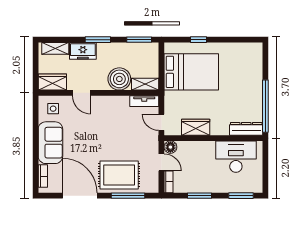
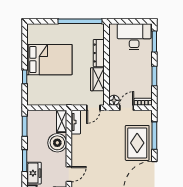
bed: (191, 72) -> (49, 60), moved, turned 90
dresser: (246, 129) -> (99, 53), moved
desk: (236, 157) -> (134, 37), moved, turned 90

